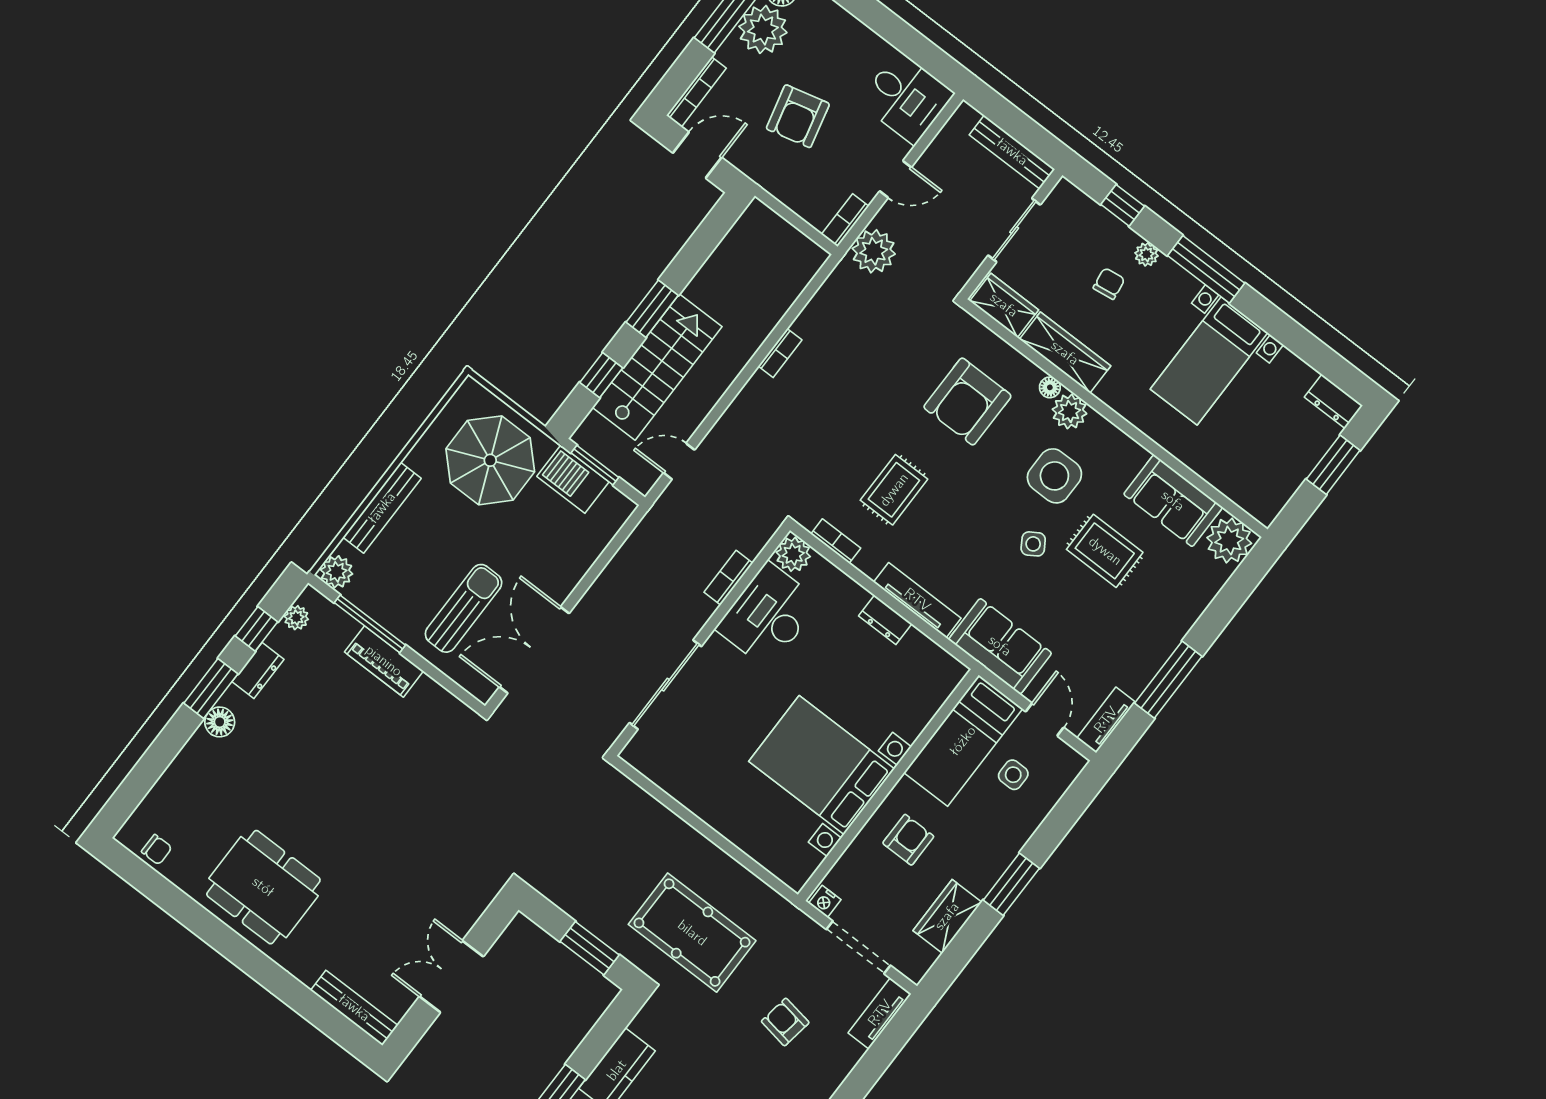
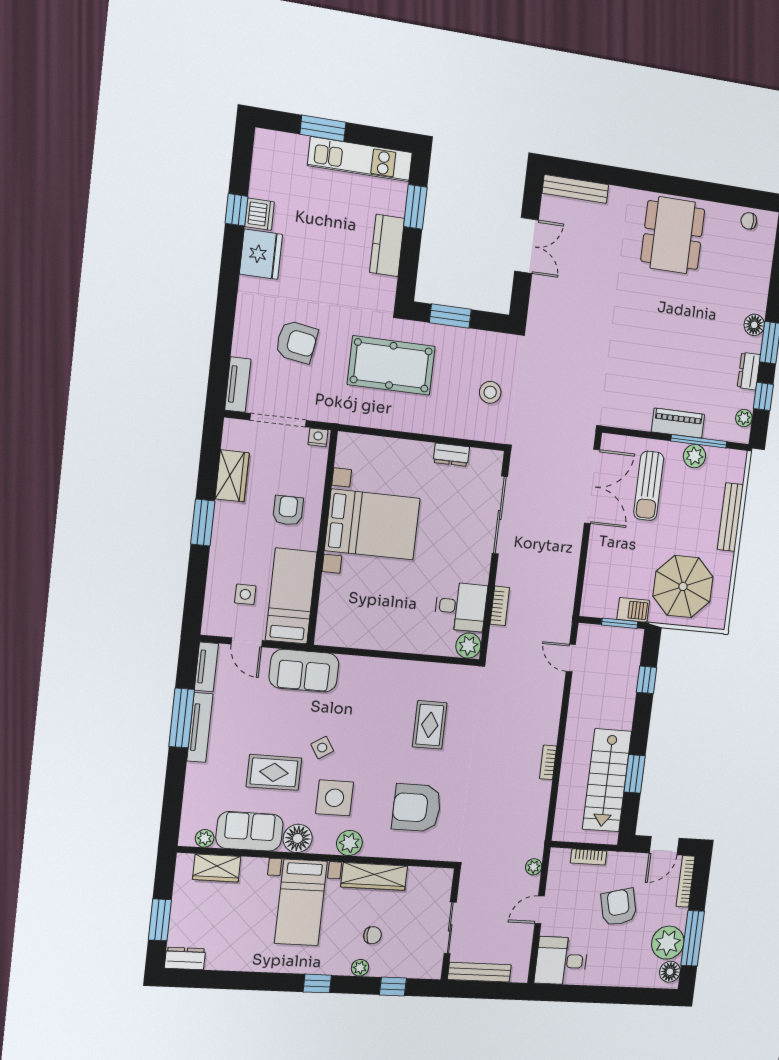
bookcase: (845, 220) -> (588, 857), moved, turned 90
plant: (874, 251) -> (534, 867), width x0.53, depth x0.53
window: (1206, 269) -> (317, 984), width x0.46
chair: (1109, 284) -> (372, 935), turned -82
wardrobe: (1004, 305) -> (217, 868), moved
window: (652, 309) -> (635, 774), moved
bed with nightstands: (1209, 361) -> (301, 902), moved, turned 180
stairs: (657, 367) -> (607, 780), moved
floor lamp: (1050, 387) -> (298, 838), moved, width x1.89, depth x1.89
armchair: (967, 401) -> (417, 808), turned -90
door: (679, 461) -> (571, 658), swing flipped
barbecue: (573, 479) -> (633, 610), width x0.73, depth x0.79
plant: (1229, 540) -> (205, 838), width x0.53, depth x0.53
bookcase: (836, 541) -> (447, 670), removed
plant: (337, 572) -> (694, 456), moved
tv unit: (917, 600) -> (200, 727), moved, turned -90
desk: (768, 615) -> (461, 607), width x0.73
dresser: (885, 620) -> (451, 455), moved, turned 180
stool: (594, 834) -> (490, 392), added
armchair: (908, 840) -> (288, 510), turned 180
dining table: (263, 887) -> (673, 235), turned 90
armchair: (785, 1022) -> (297, 342), width x1.38, depth x1.38

